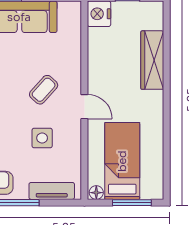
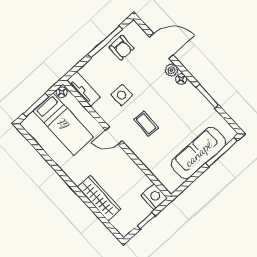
coffee table: (44, 90) -> (146, 124), turned -40
tv unit: (52, 191) -> (83, 89), moved, turned -90

